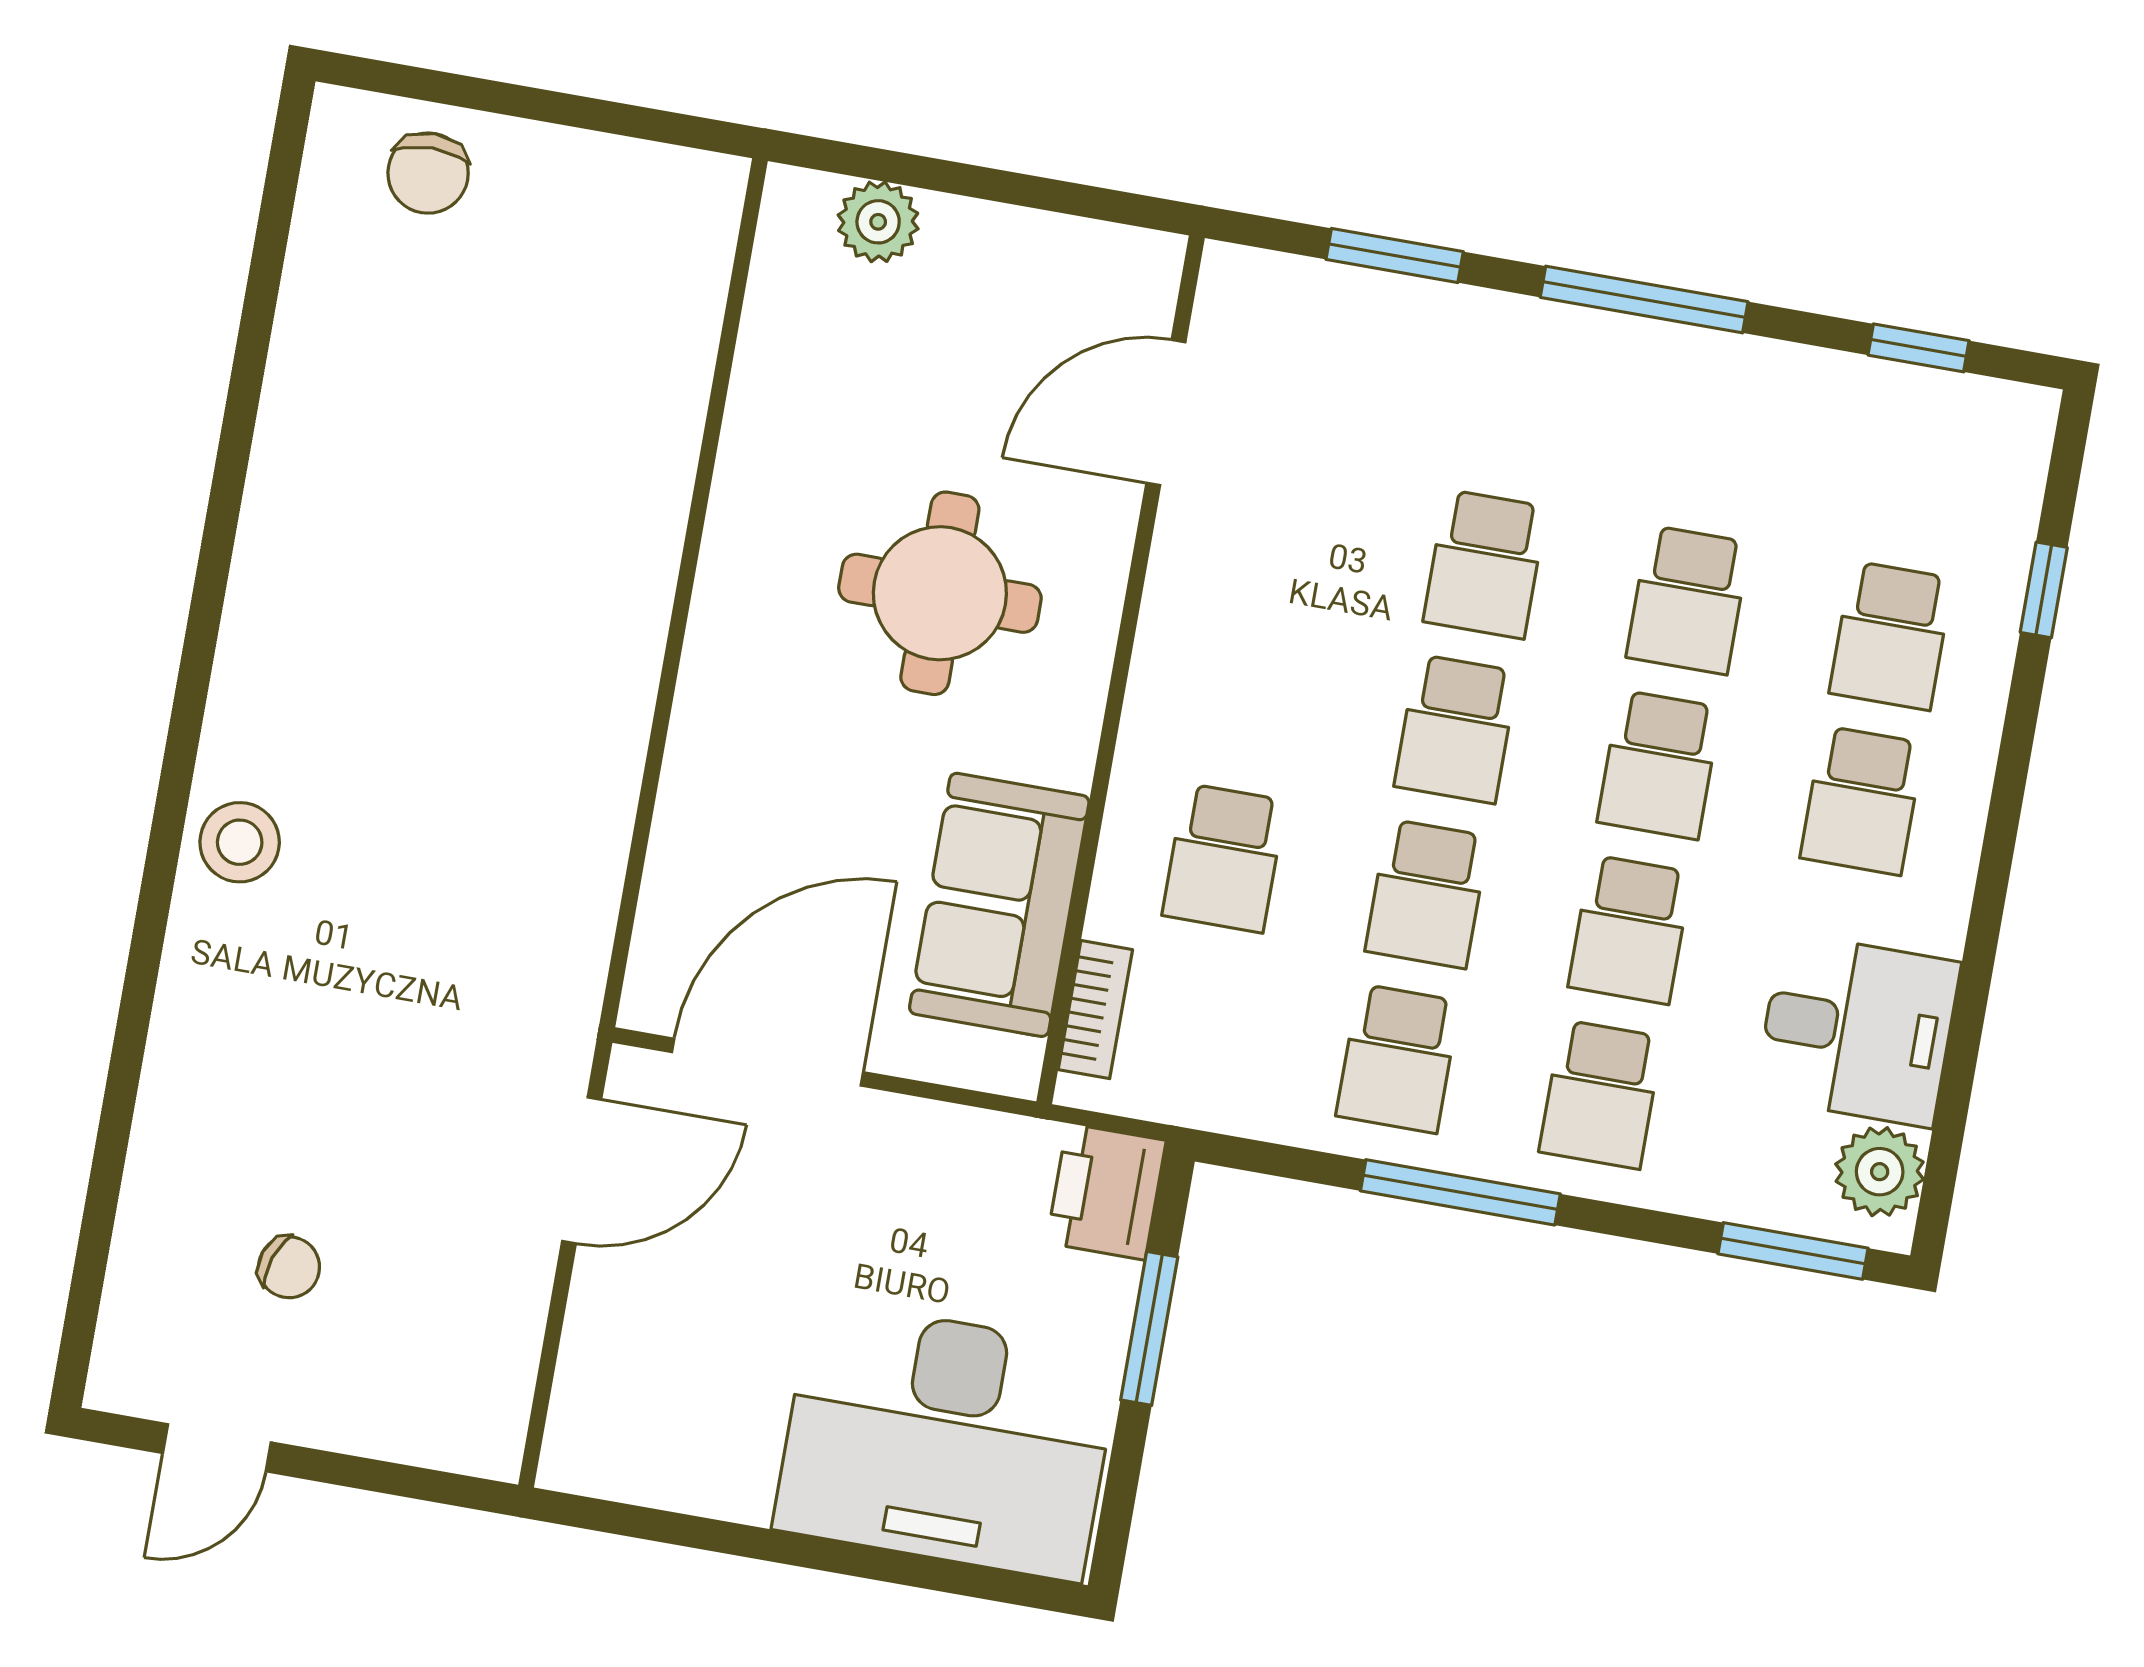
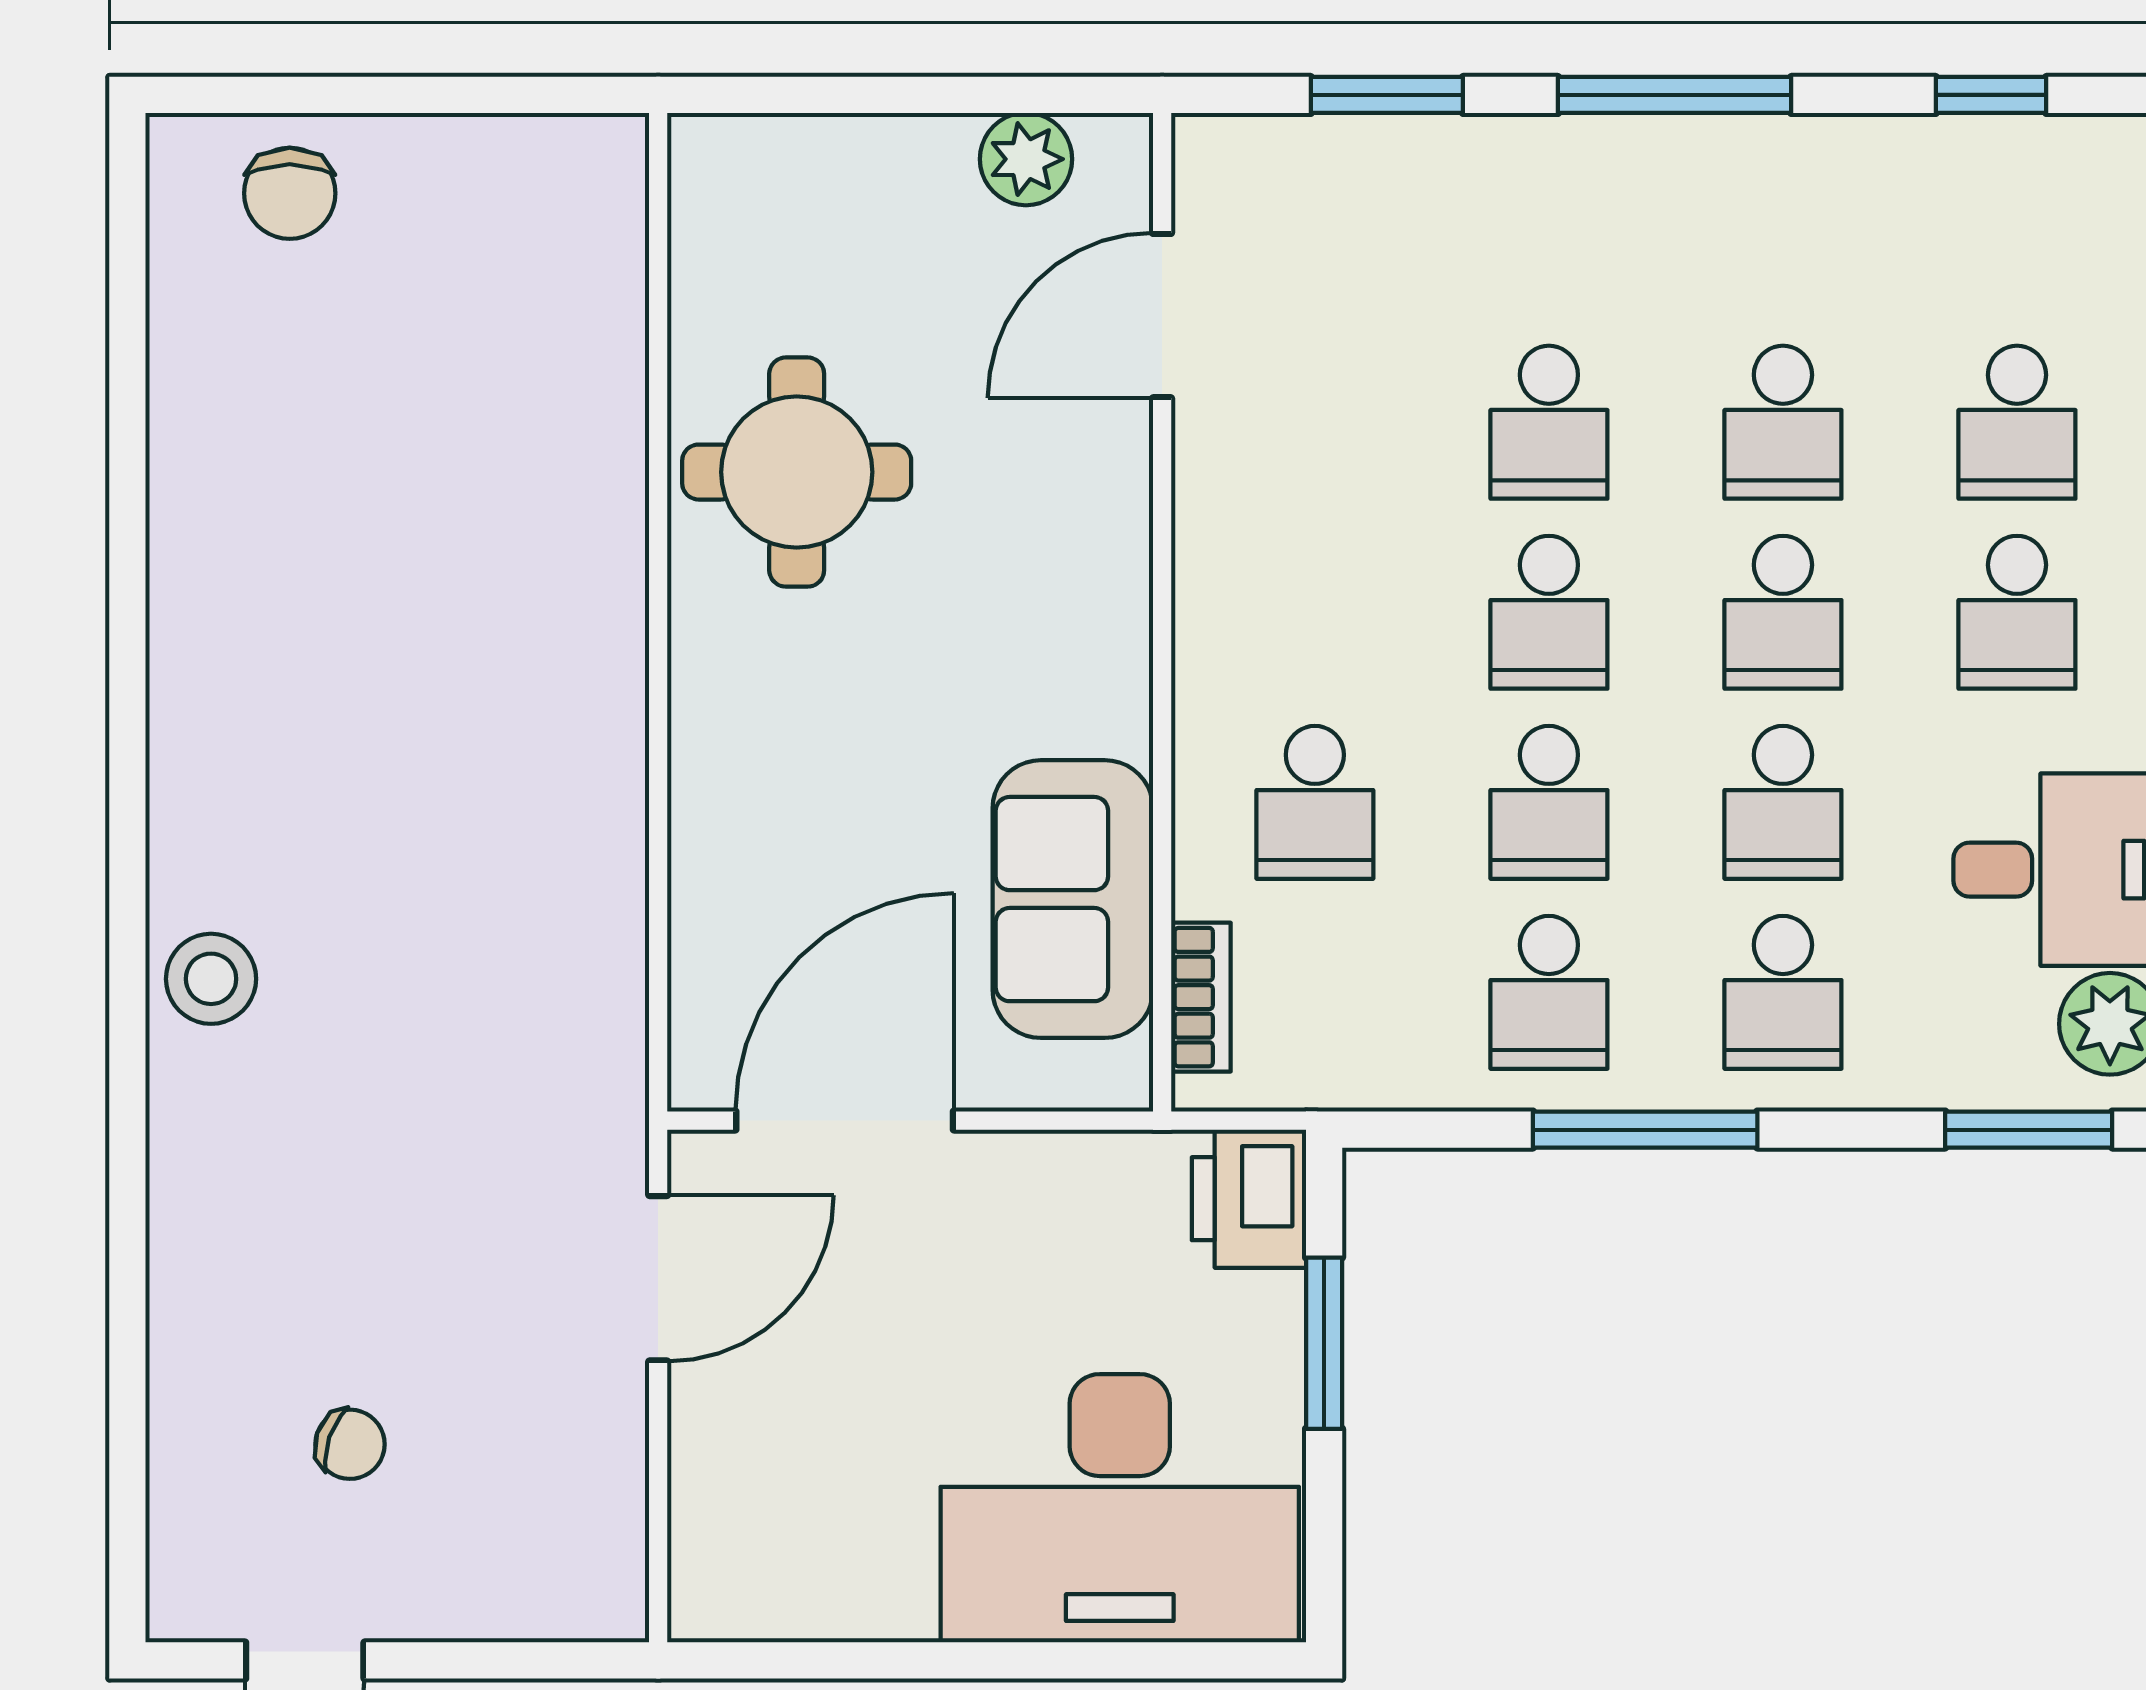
plant: (878, 222) -> (1026, 159), moved
round table: (940, 593) -> (797, 472), moved

